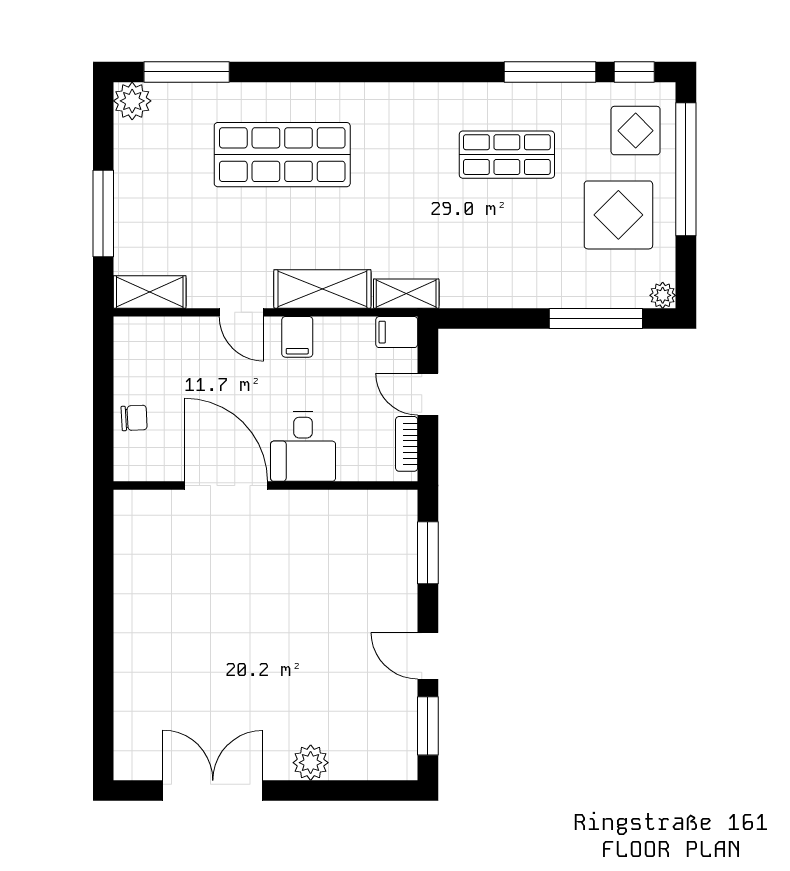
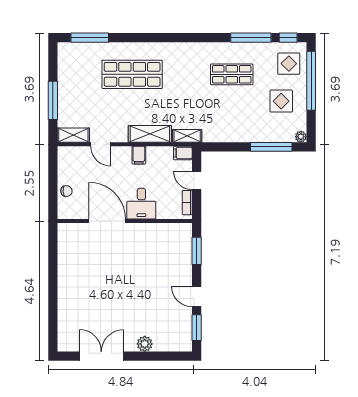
plant: (132, 101) -> (66, 51), removed
display table: (618, 215) -> (281, 101), width x0.73, depth x0.73
door: (241, 312) -> (101, 144), moved

